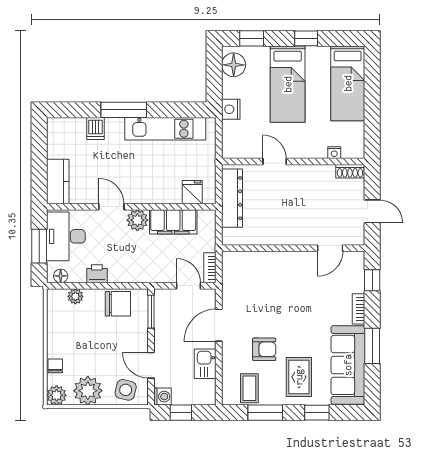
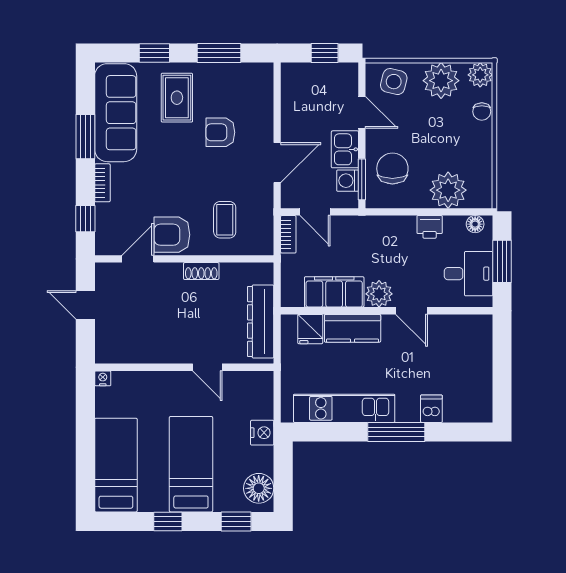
nightstand: (334, 153) -> (103, 378), moved
shoe rack: (350, 171) -> (201, 271), moved, turned 180
kitchen counter: (58, 182) -> (353, 328), moved, turned -90
desk: (66, 236) -> (469, 274), width x0.73
armchair: (303, 268) -> (172, 235), added
plant: (75, 296) -> (448, 190), width x1.88, depth x1.88
chair: (118, 304) -> (392, 169), moved, turned 90
kitchen sink: (205, 364) -> (345, 149), moved, turned 180
coffee table: (249, 388) -> (225, 220), moved
washing machine: (162, 397) -> (348, 181), moved

